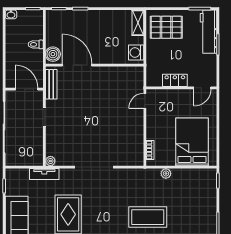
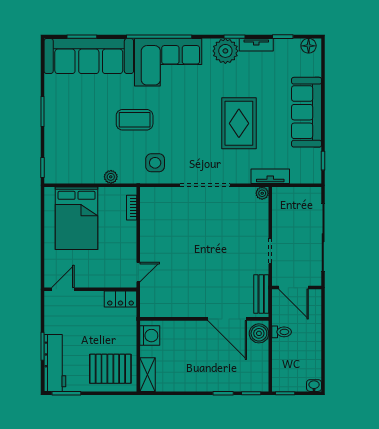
toilet: (36, 44) -> (282, 332), moved
locker: (175, 80) -> (120, 299), moved
side table: (132, 184) -> (155, 163), added
coffee table: (148, 217) -> (135, 120), width x0.73, depth x0.76

